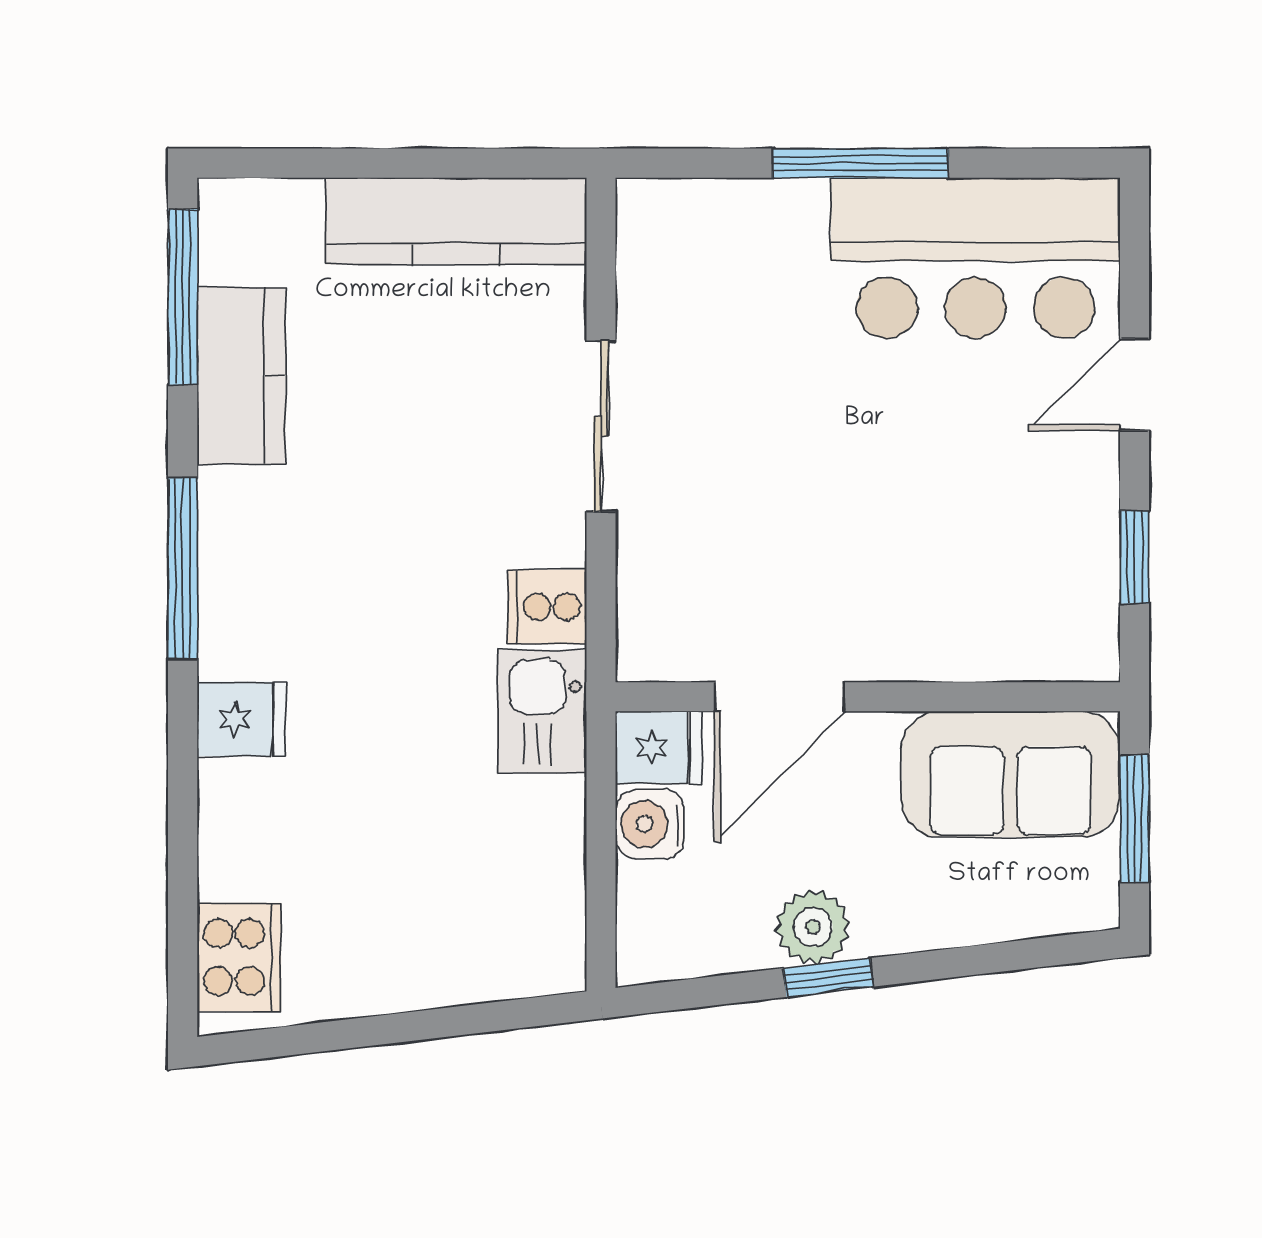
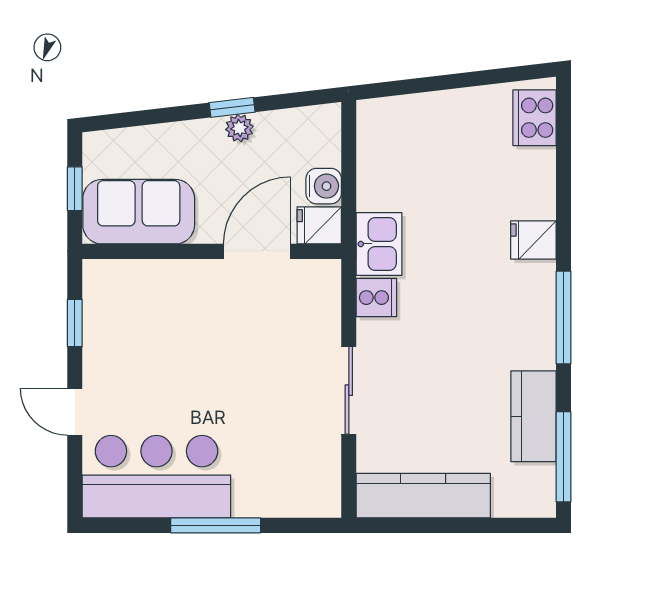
door: (1135, 385) -> (75, 412), swing flipped
window: (1135, 819) -> (75, 189), width x0.67
plant: (813, 927) -> (239, 128), width x0.73, depth x0.73

